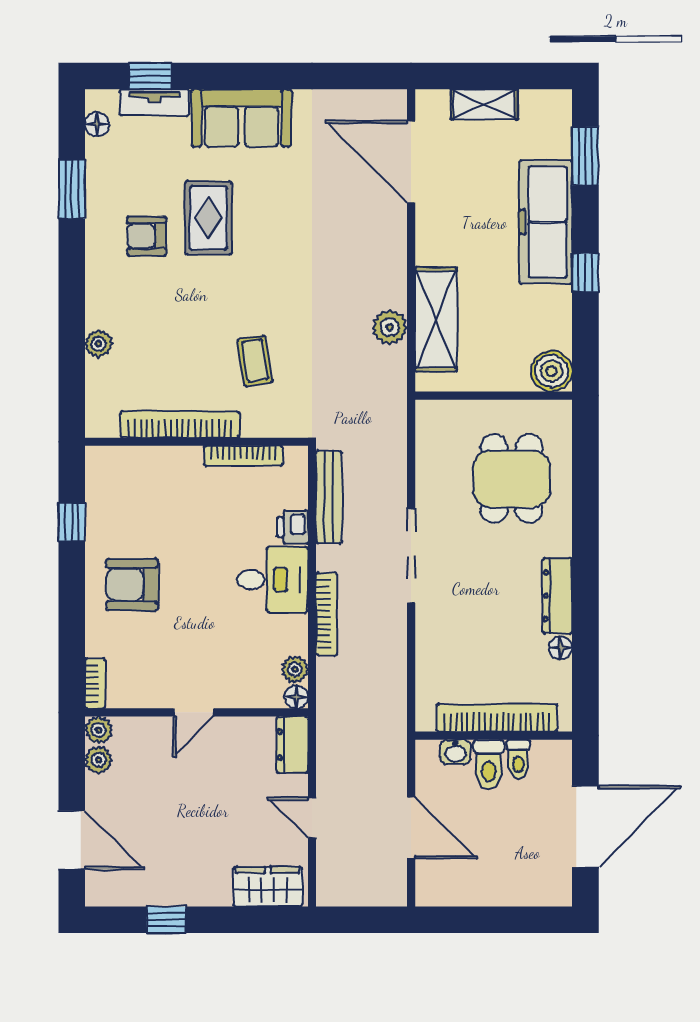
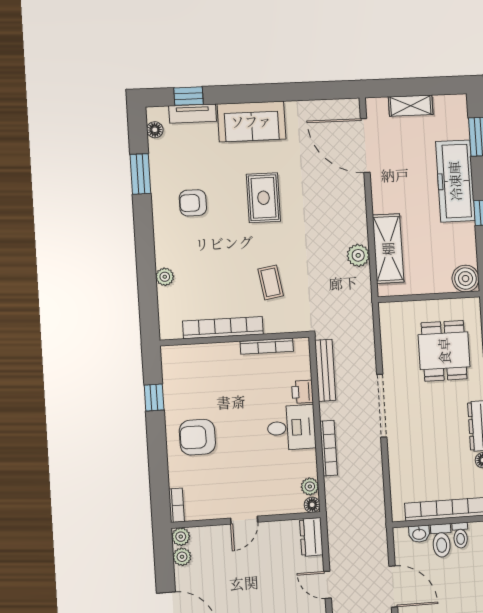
rug: (208, 218) -> (263, 198), moved

